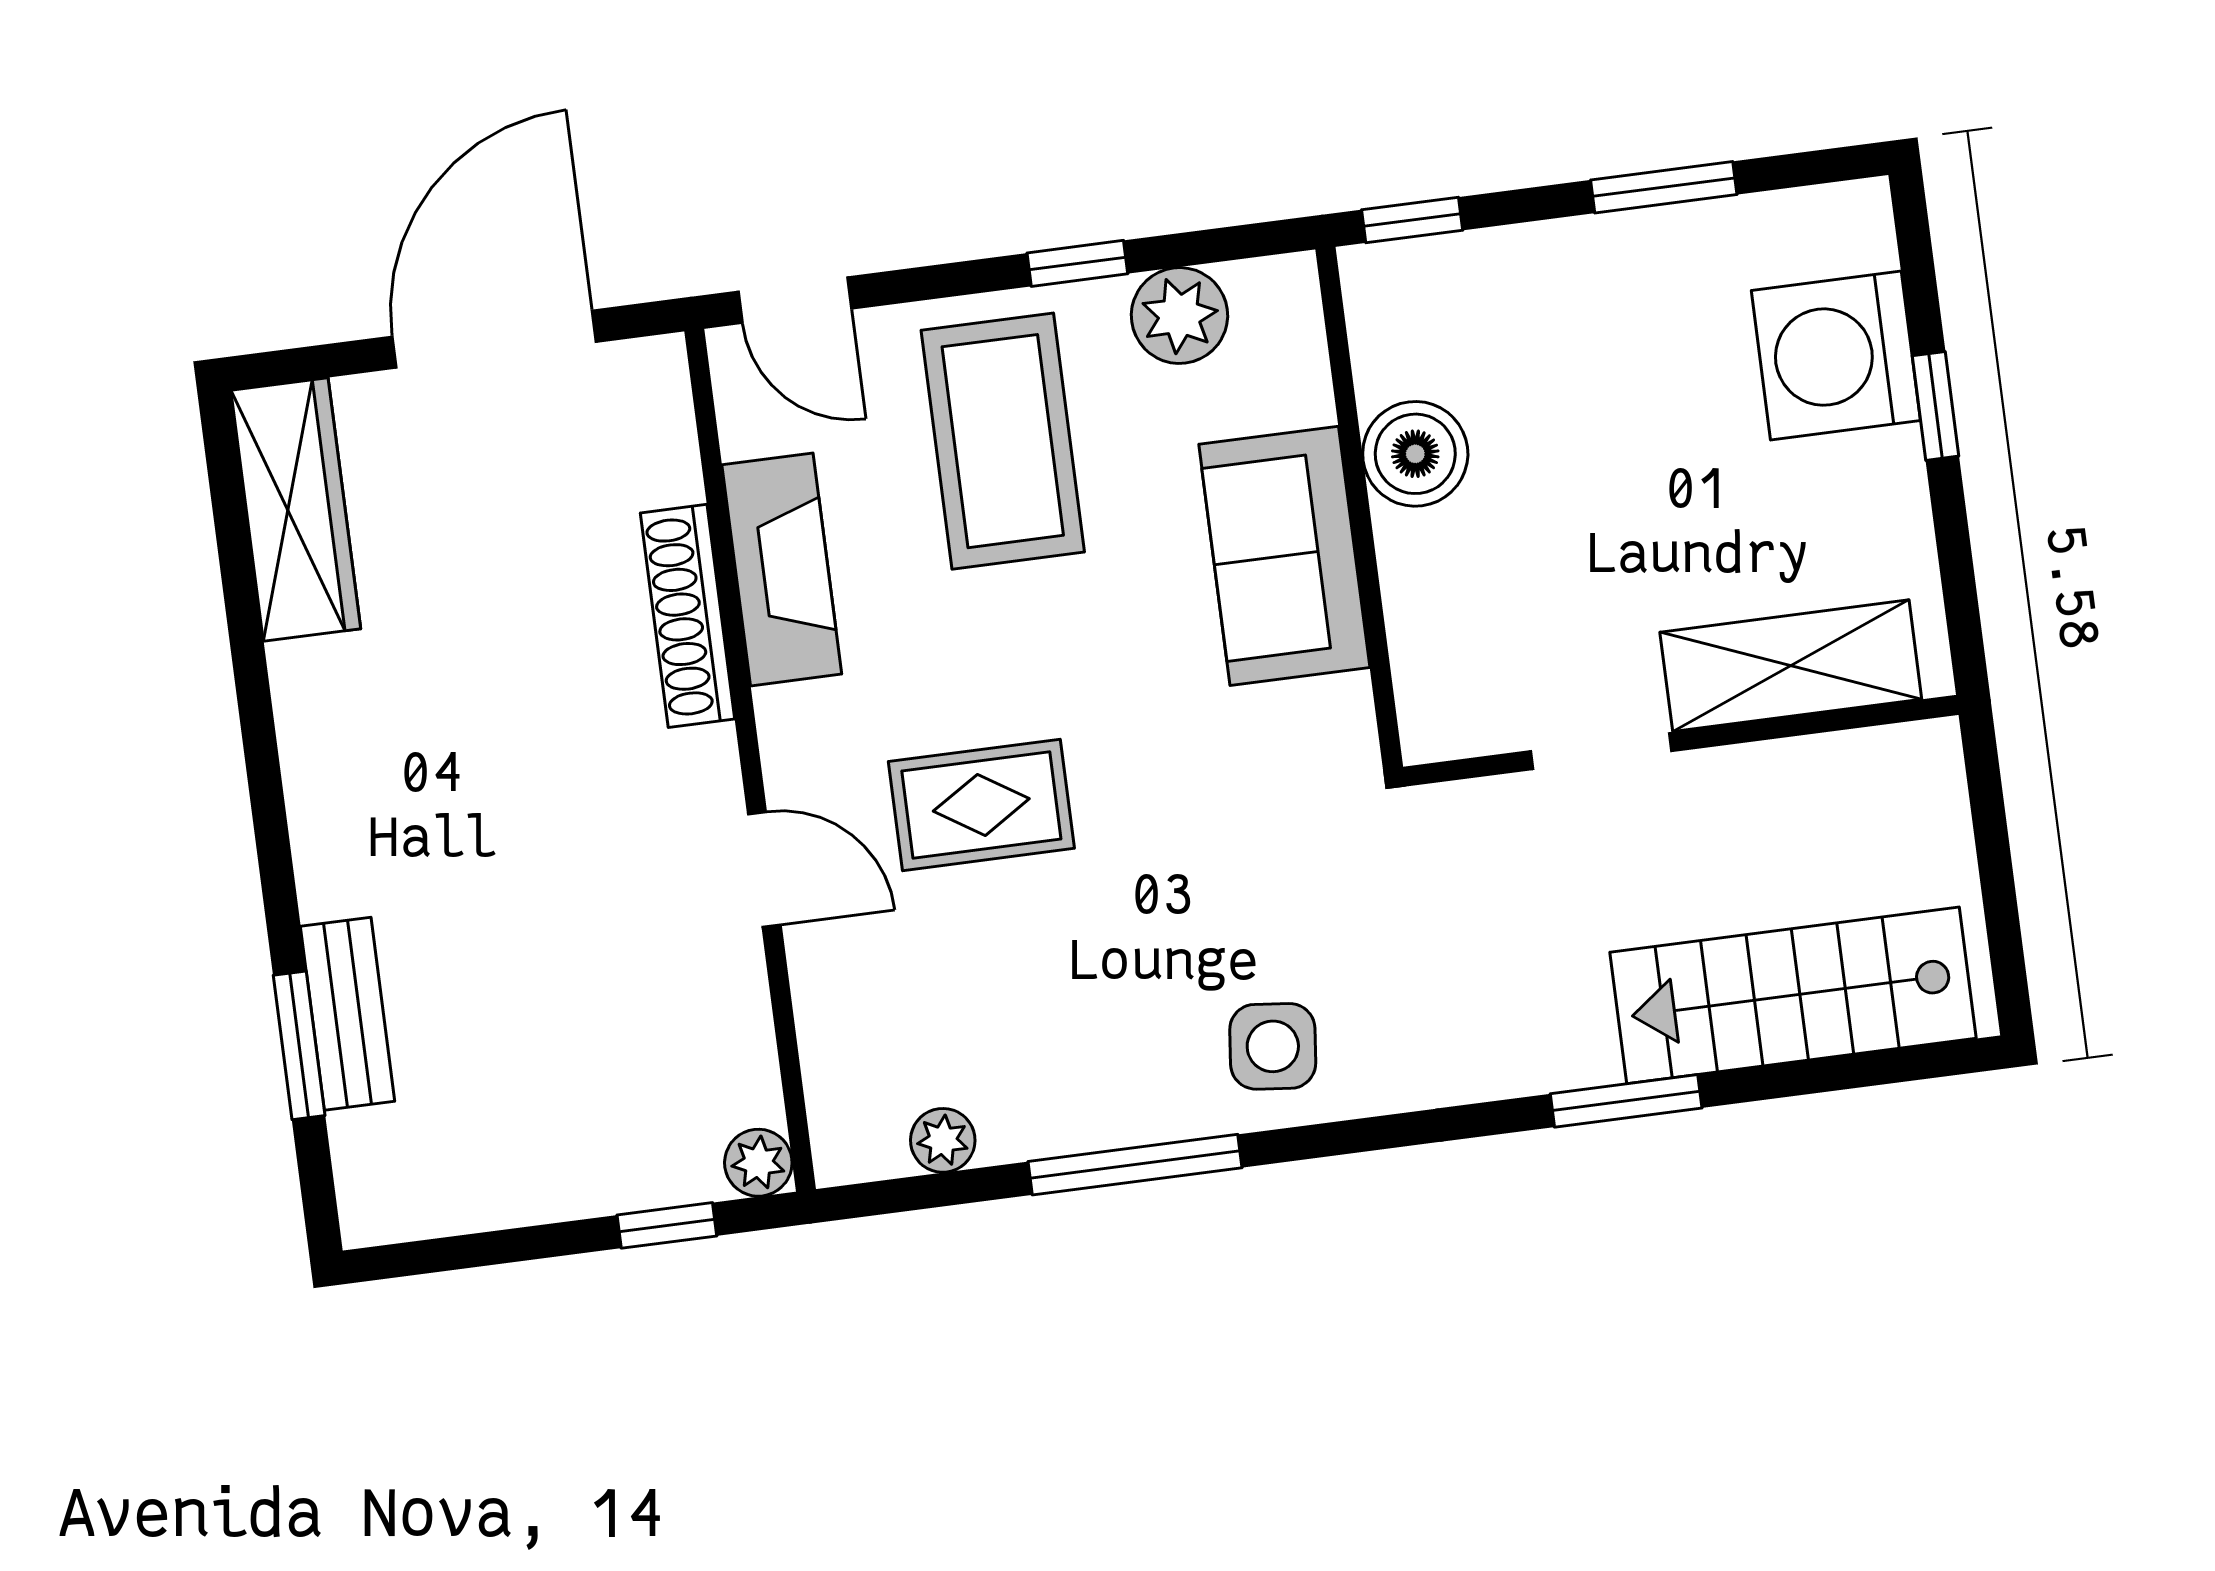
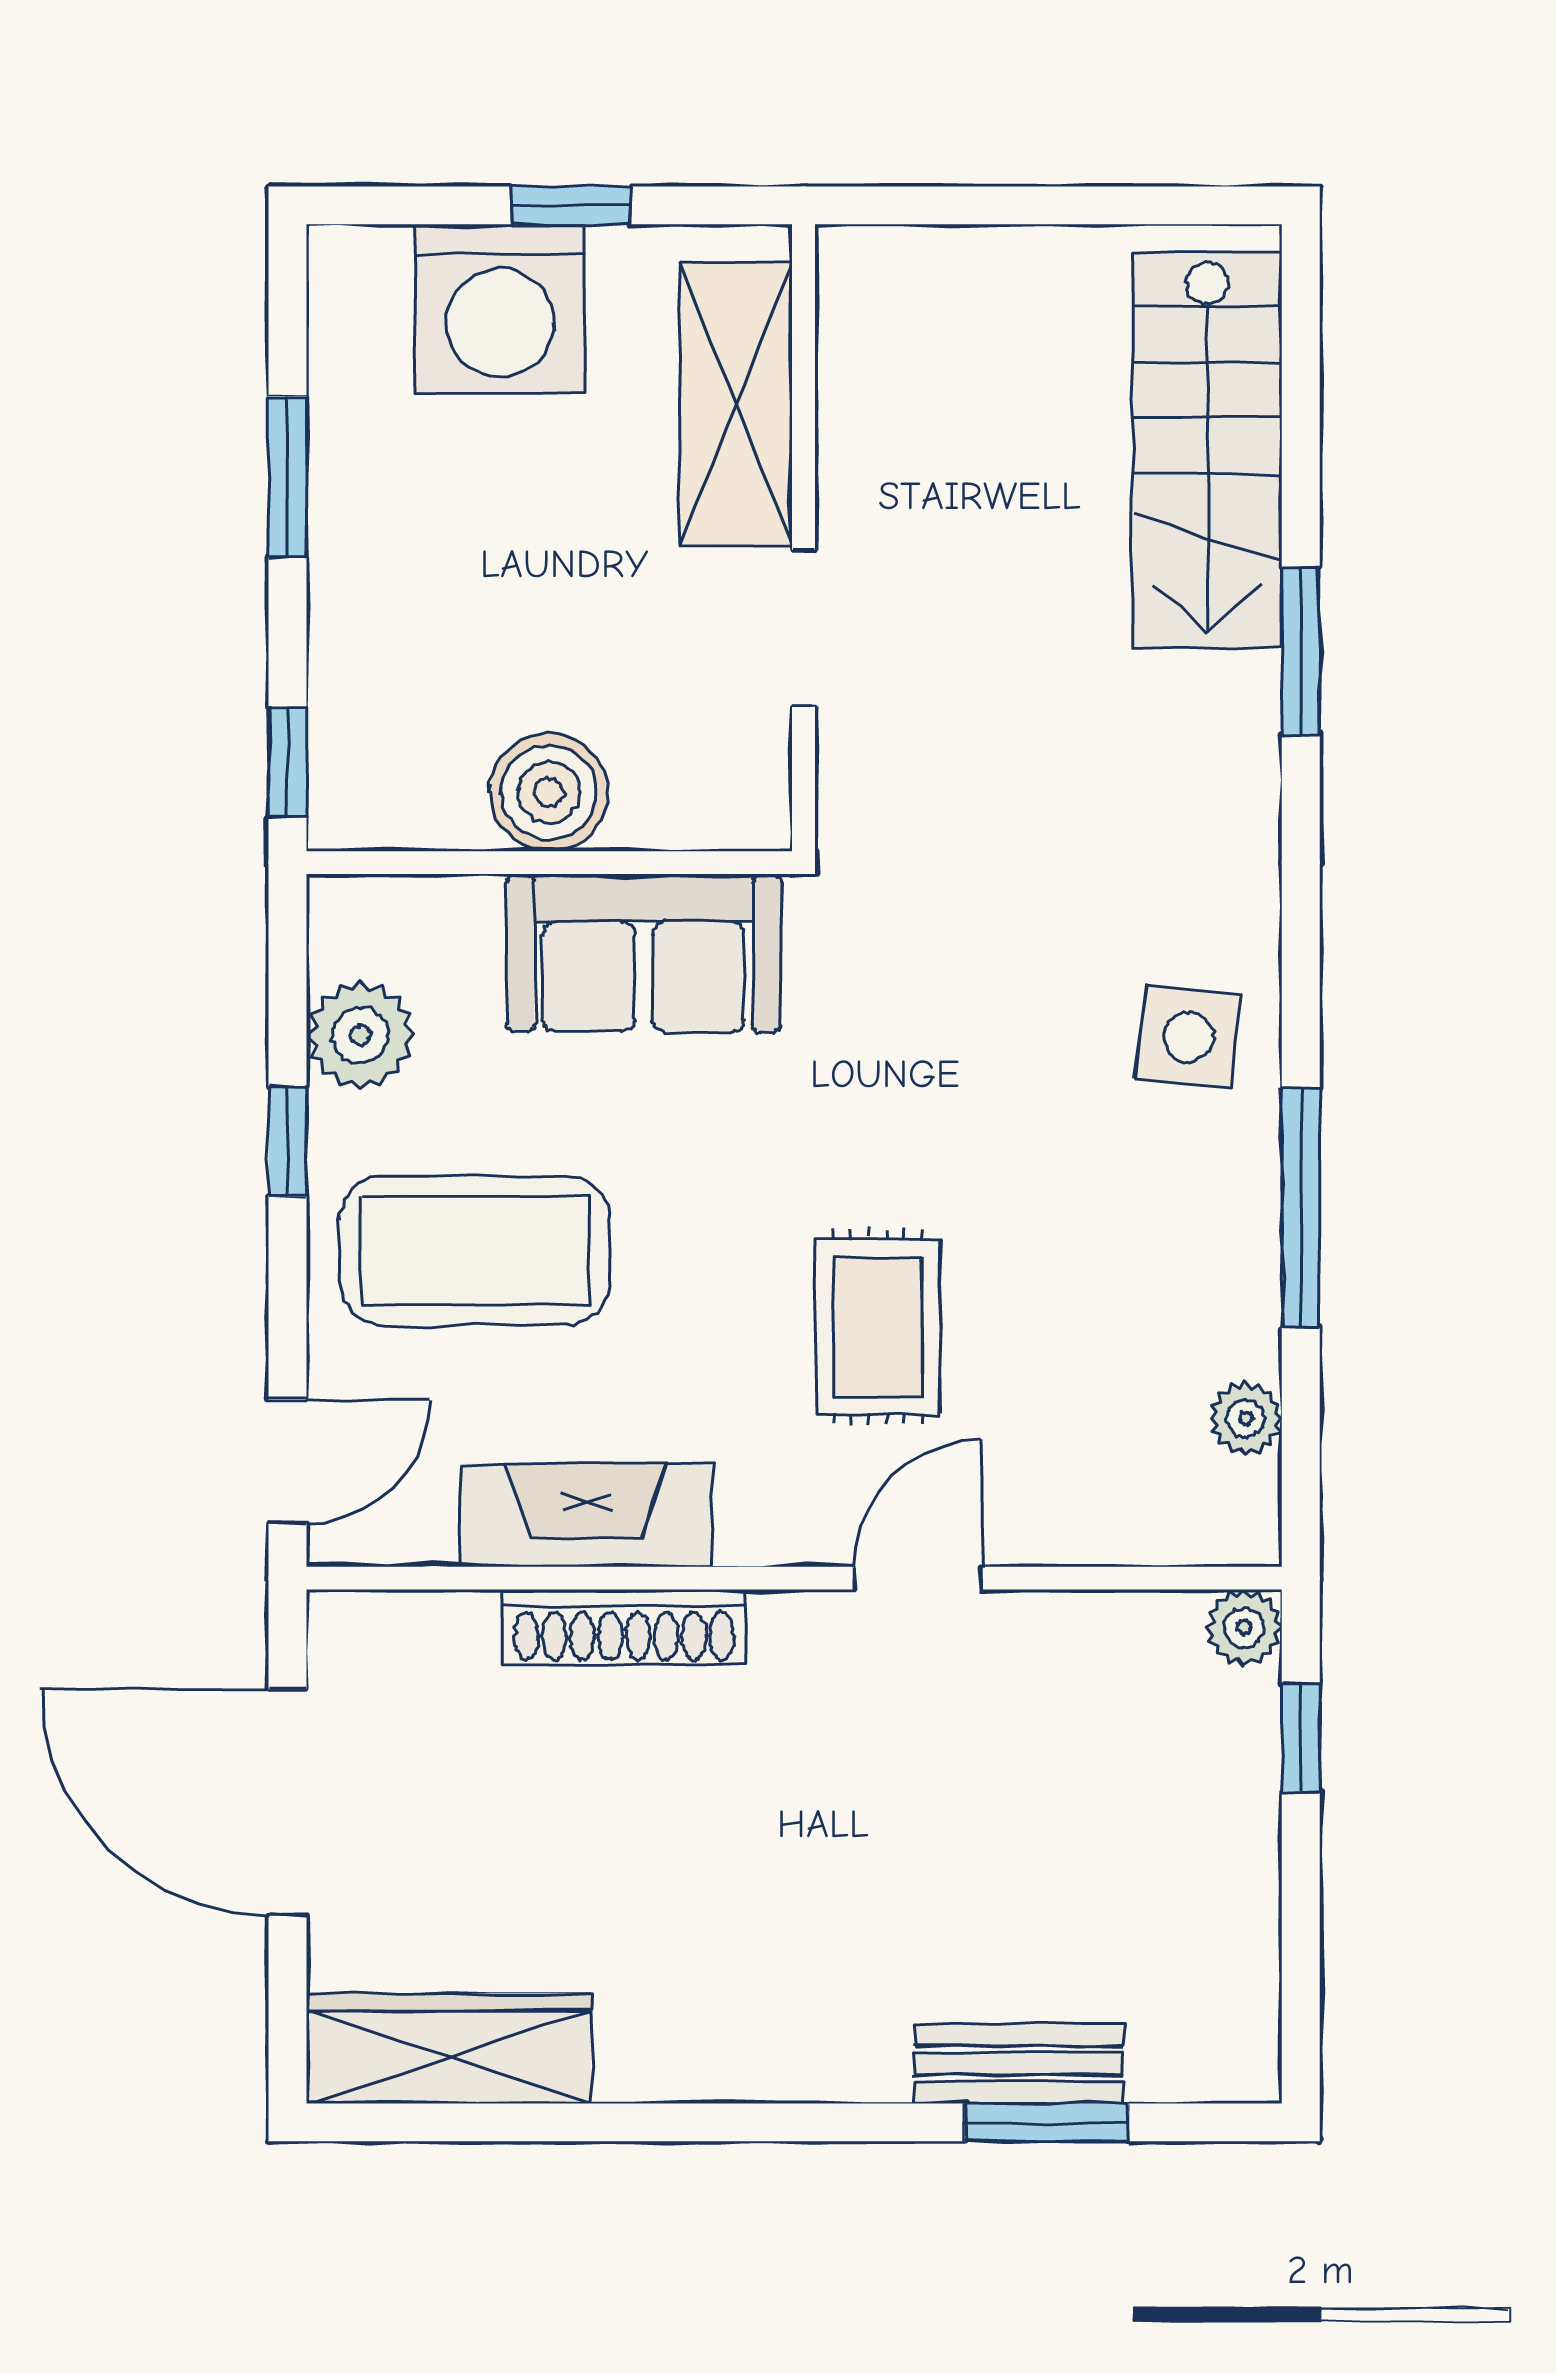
shelving: (1791, 666) -> (736, 404), moved
wall: (1681, 741) -> (804, 538), moved
doorway: (1601, 751) -> (804, 628), moved

